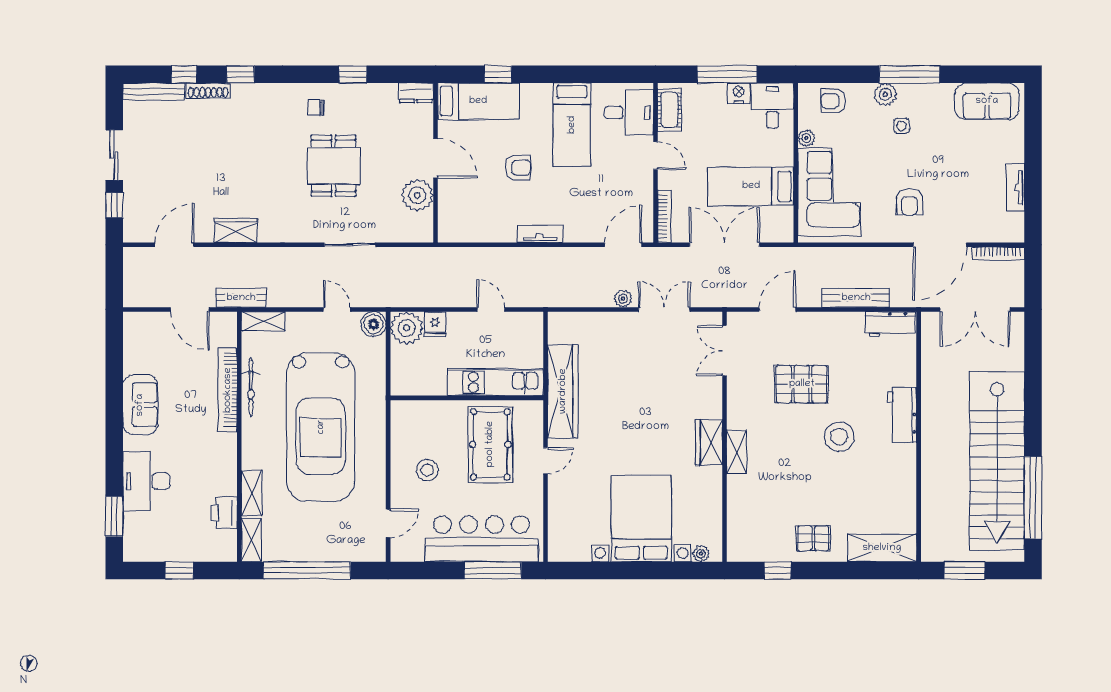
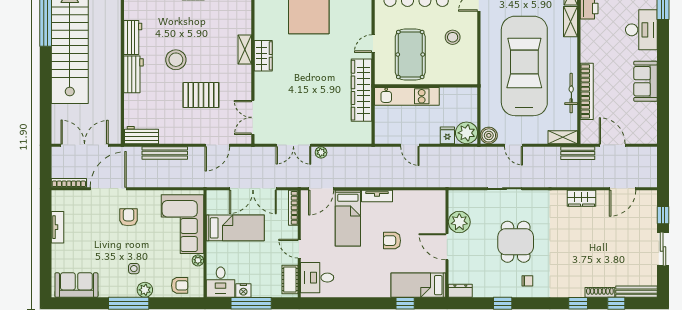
bed: (572, 125) -> (348, 218), moved, turned 180
double door: (725, 351) -> (253, 117), swing flipped
workbench: (903, 470) -> (133, 37), added

